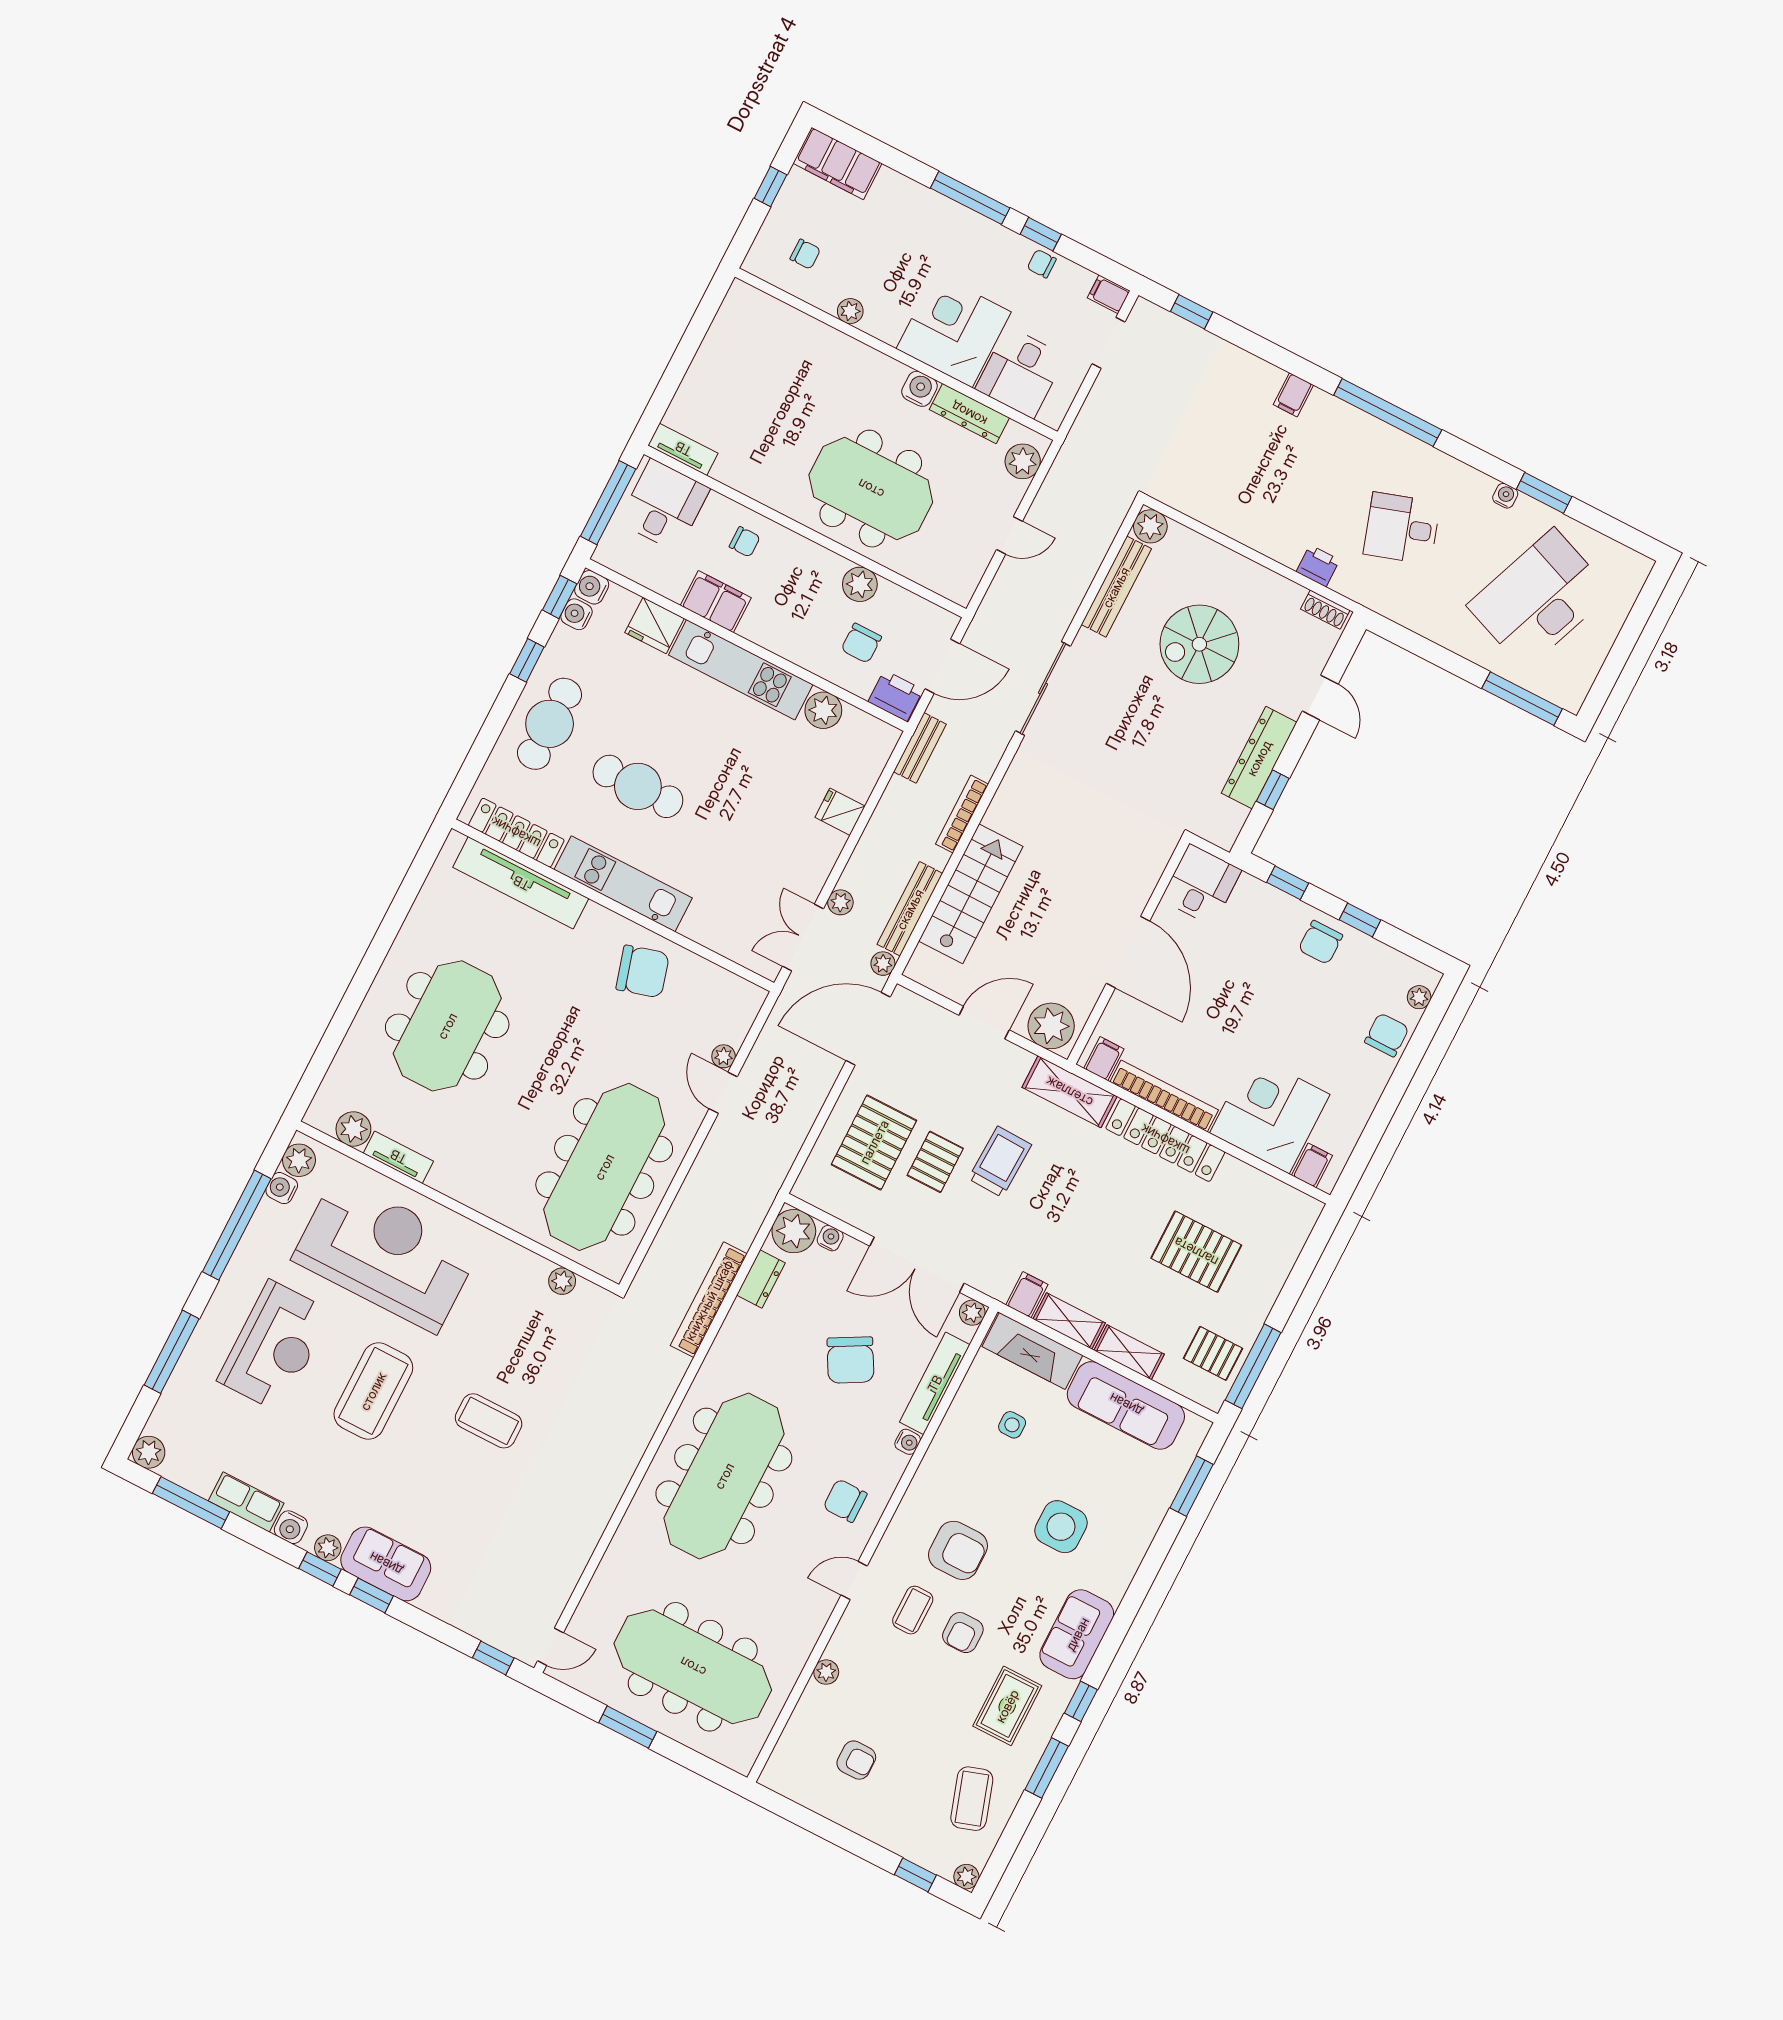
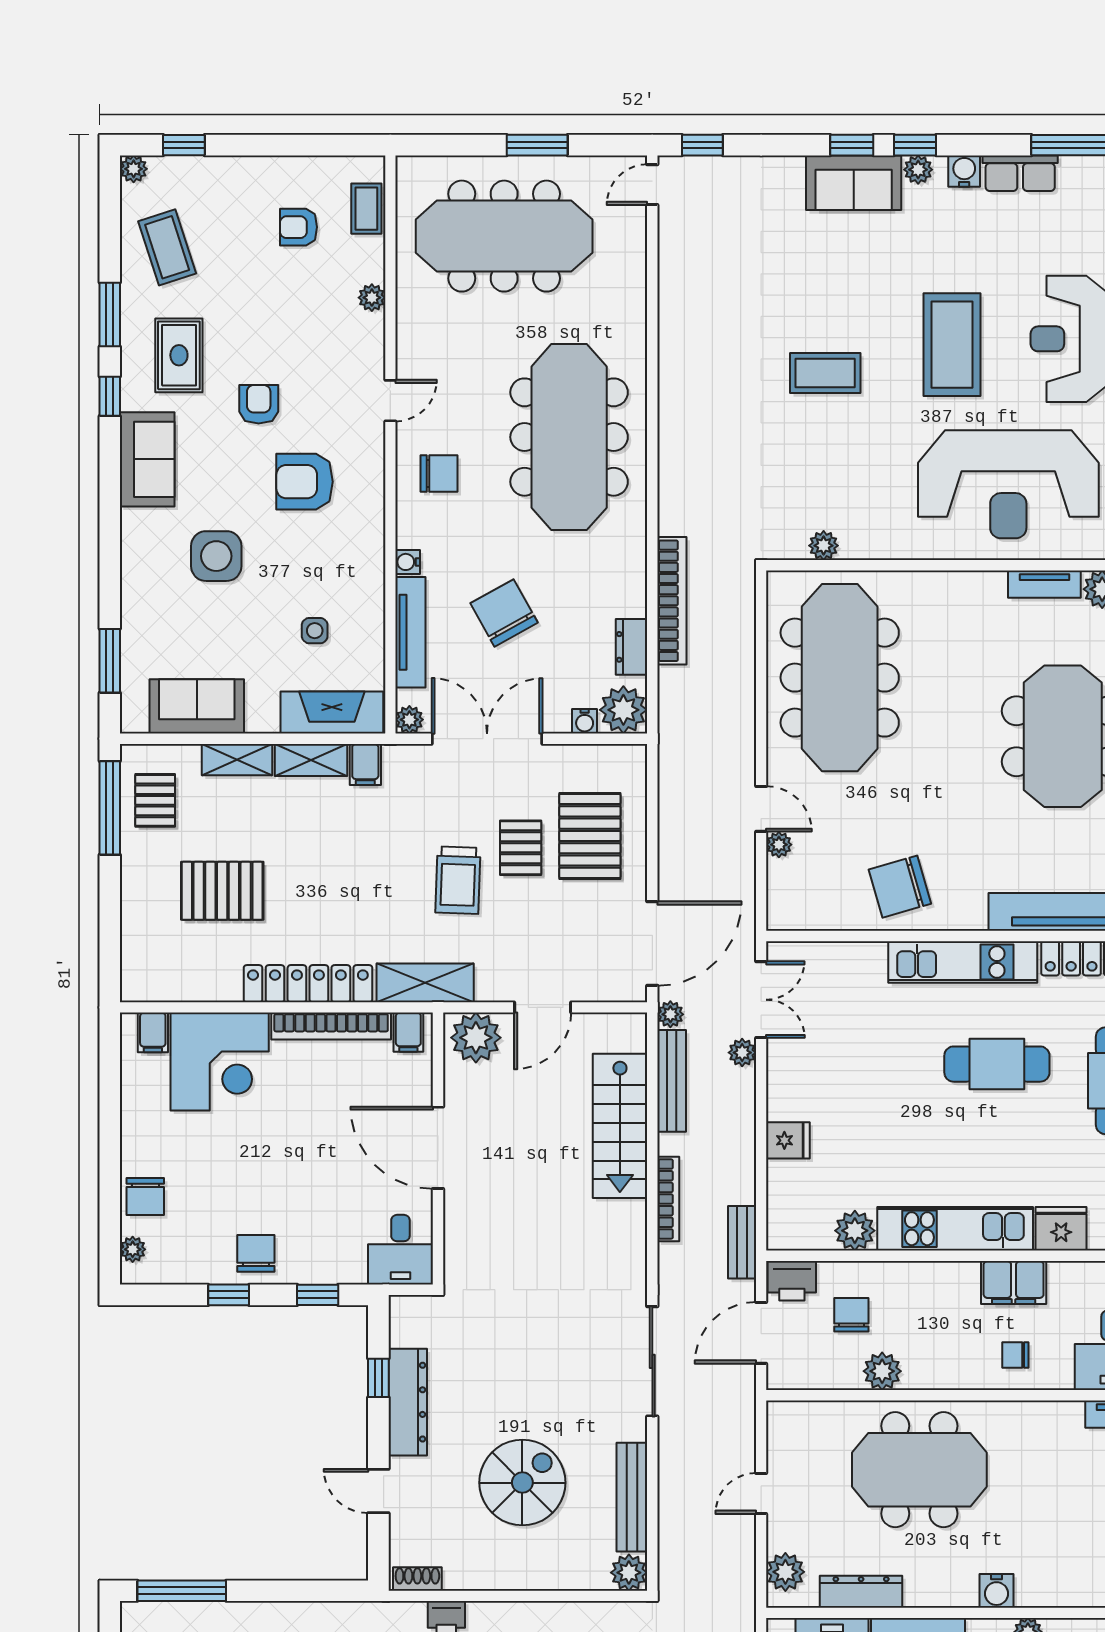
water cooler: (919, 389) -> (996, 1591), moved
pallet: (1213, 1353) -> (155, 800), turned 90
sofa: (1126, 1405) -> (197, 706), width x0.73
coffee table: (913, 1610) -> (366, 209), moved

